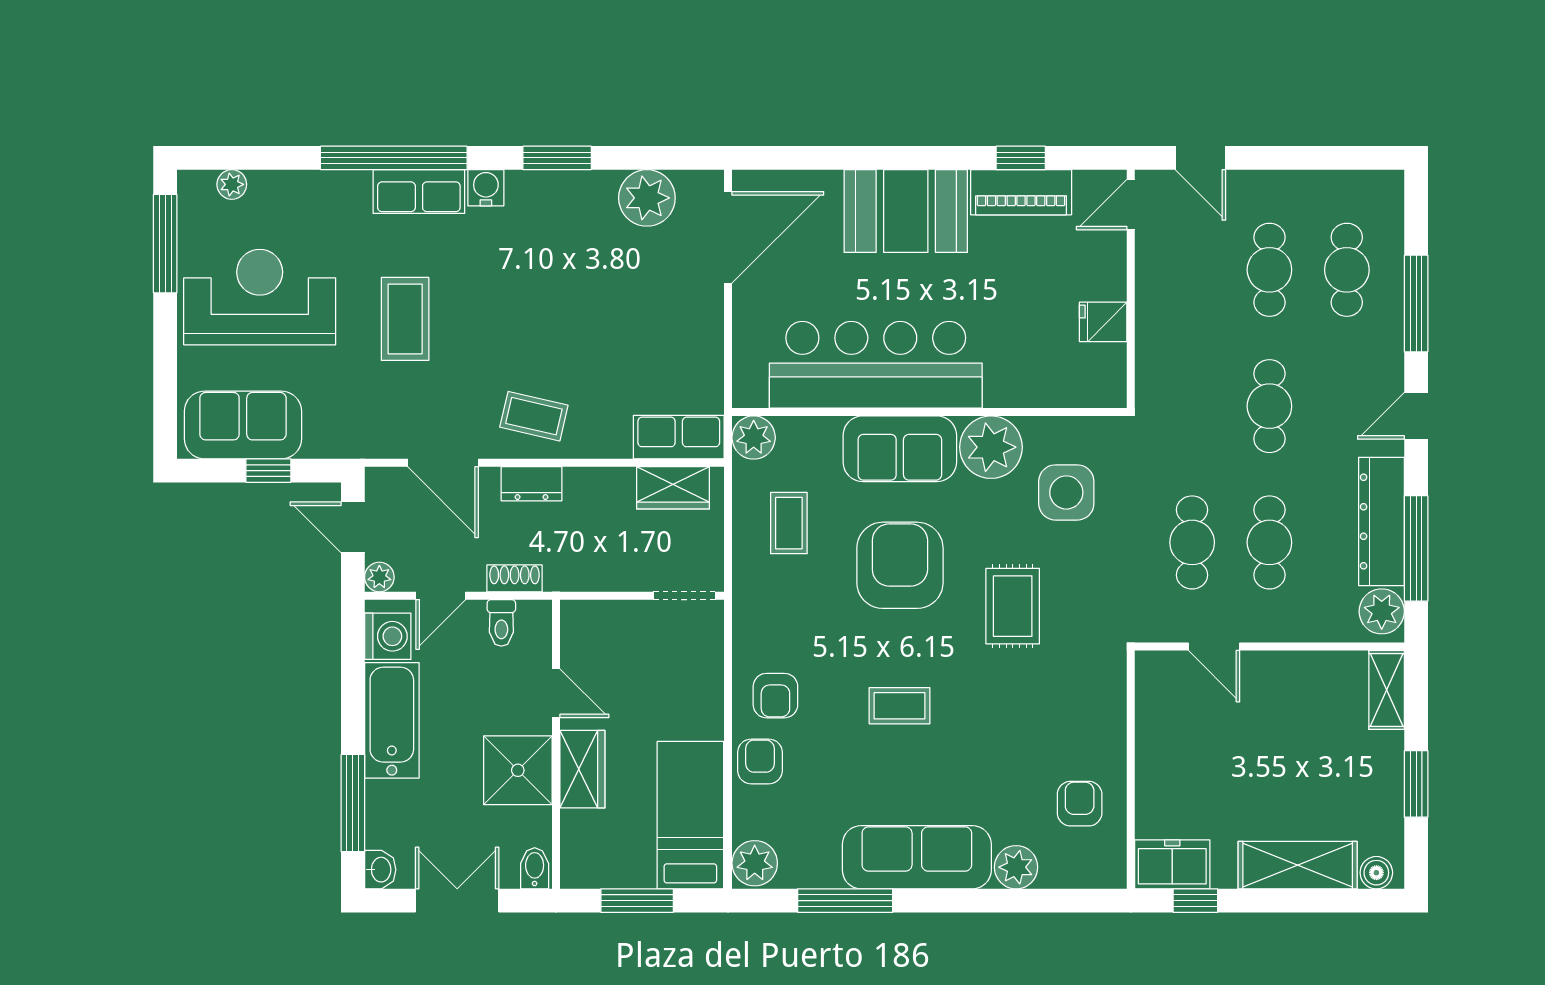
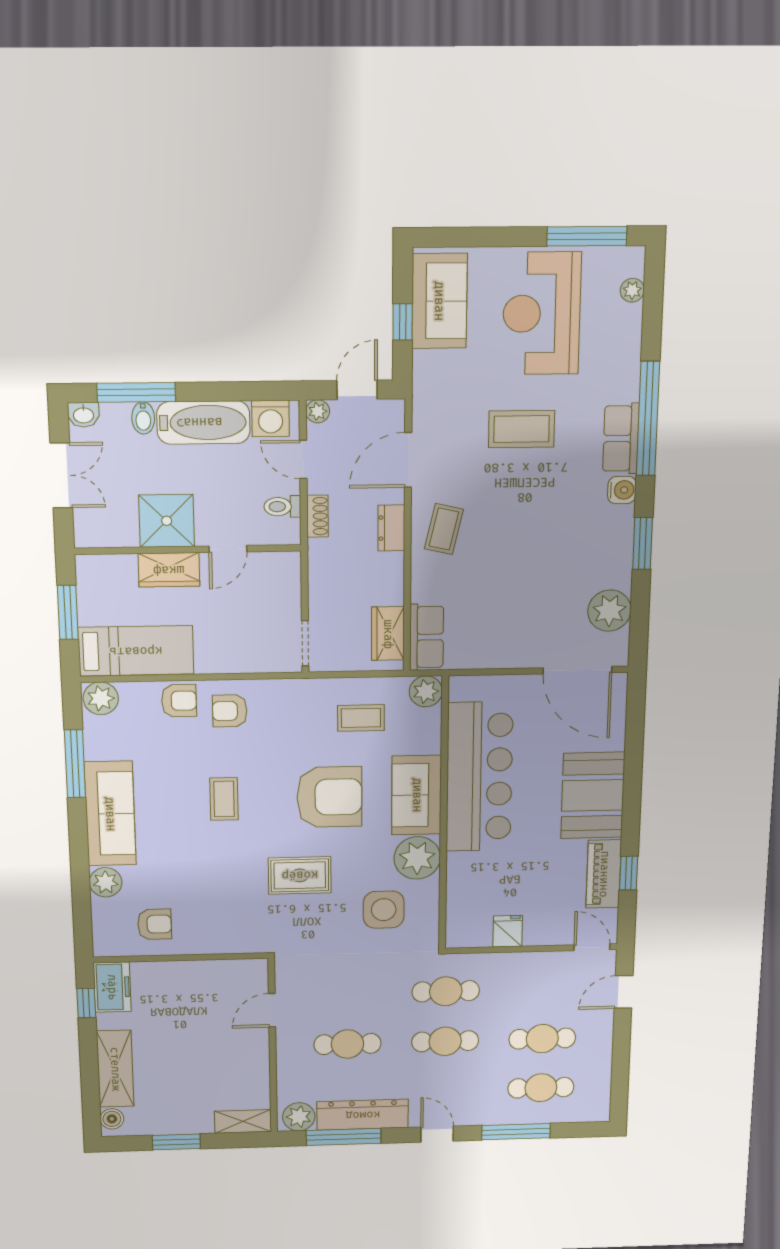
reception desk: (260, 297) -> (542, 314), turned 180
cafe table: (1192, 542) -> (446, 991), moved
bidet: (535, 868) -> (143, 418), moved, turned 90

